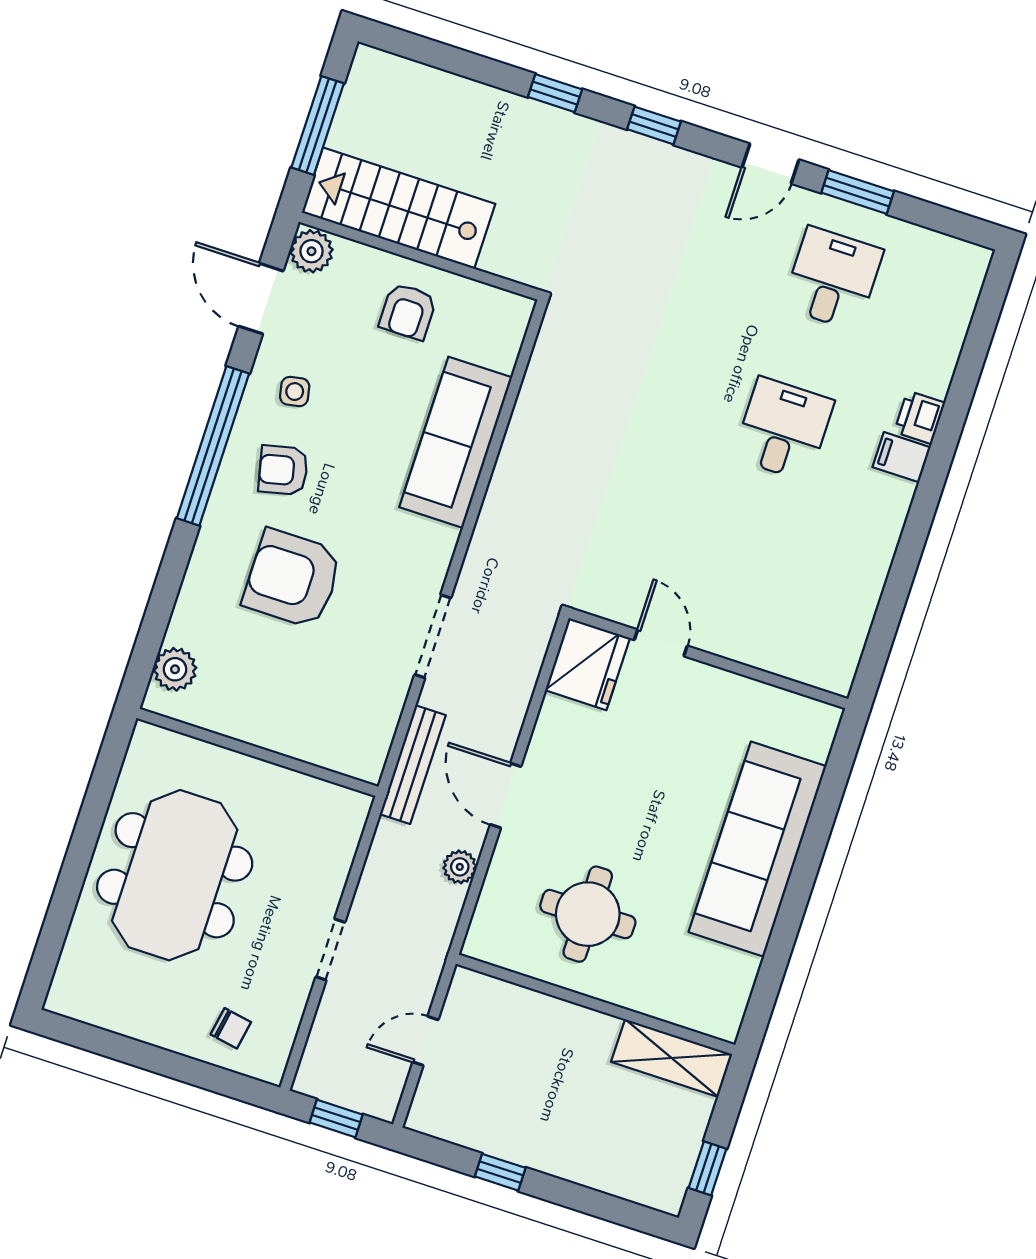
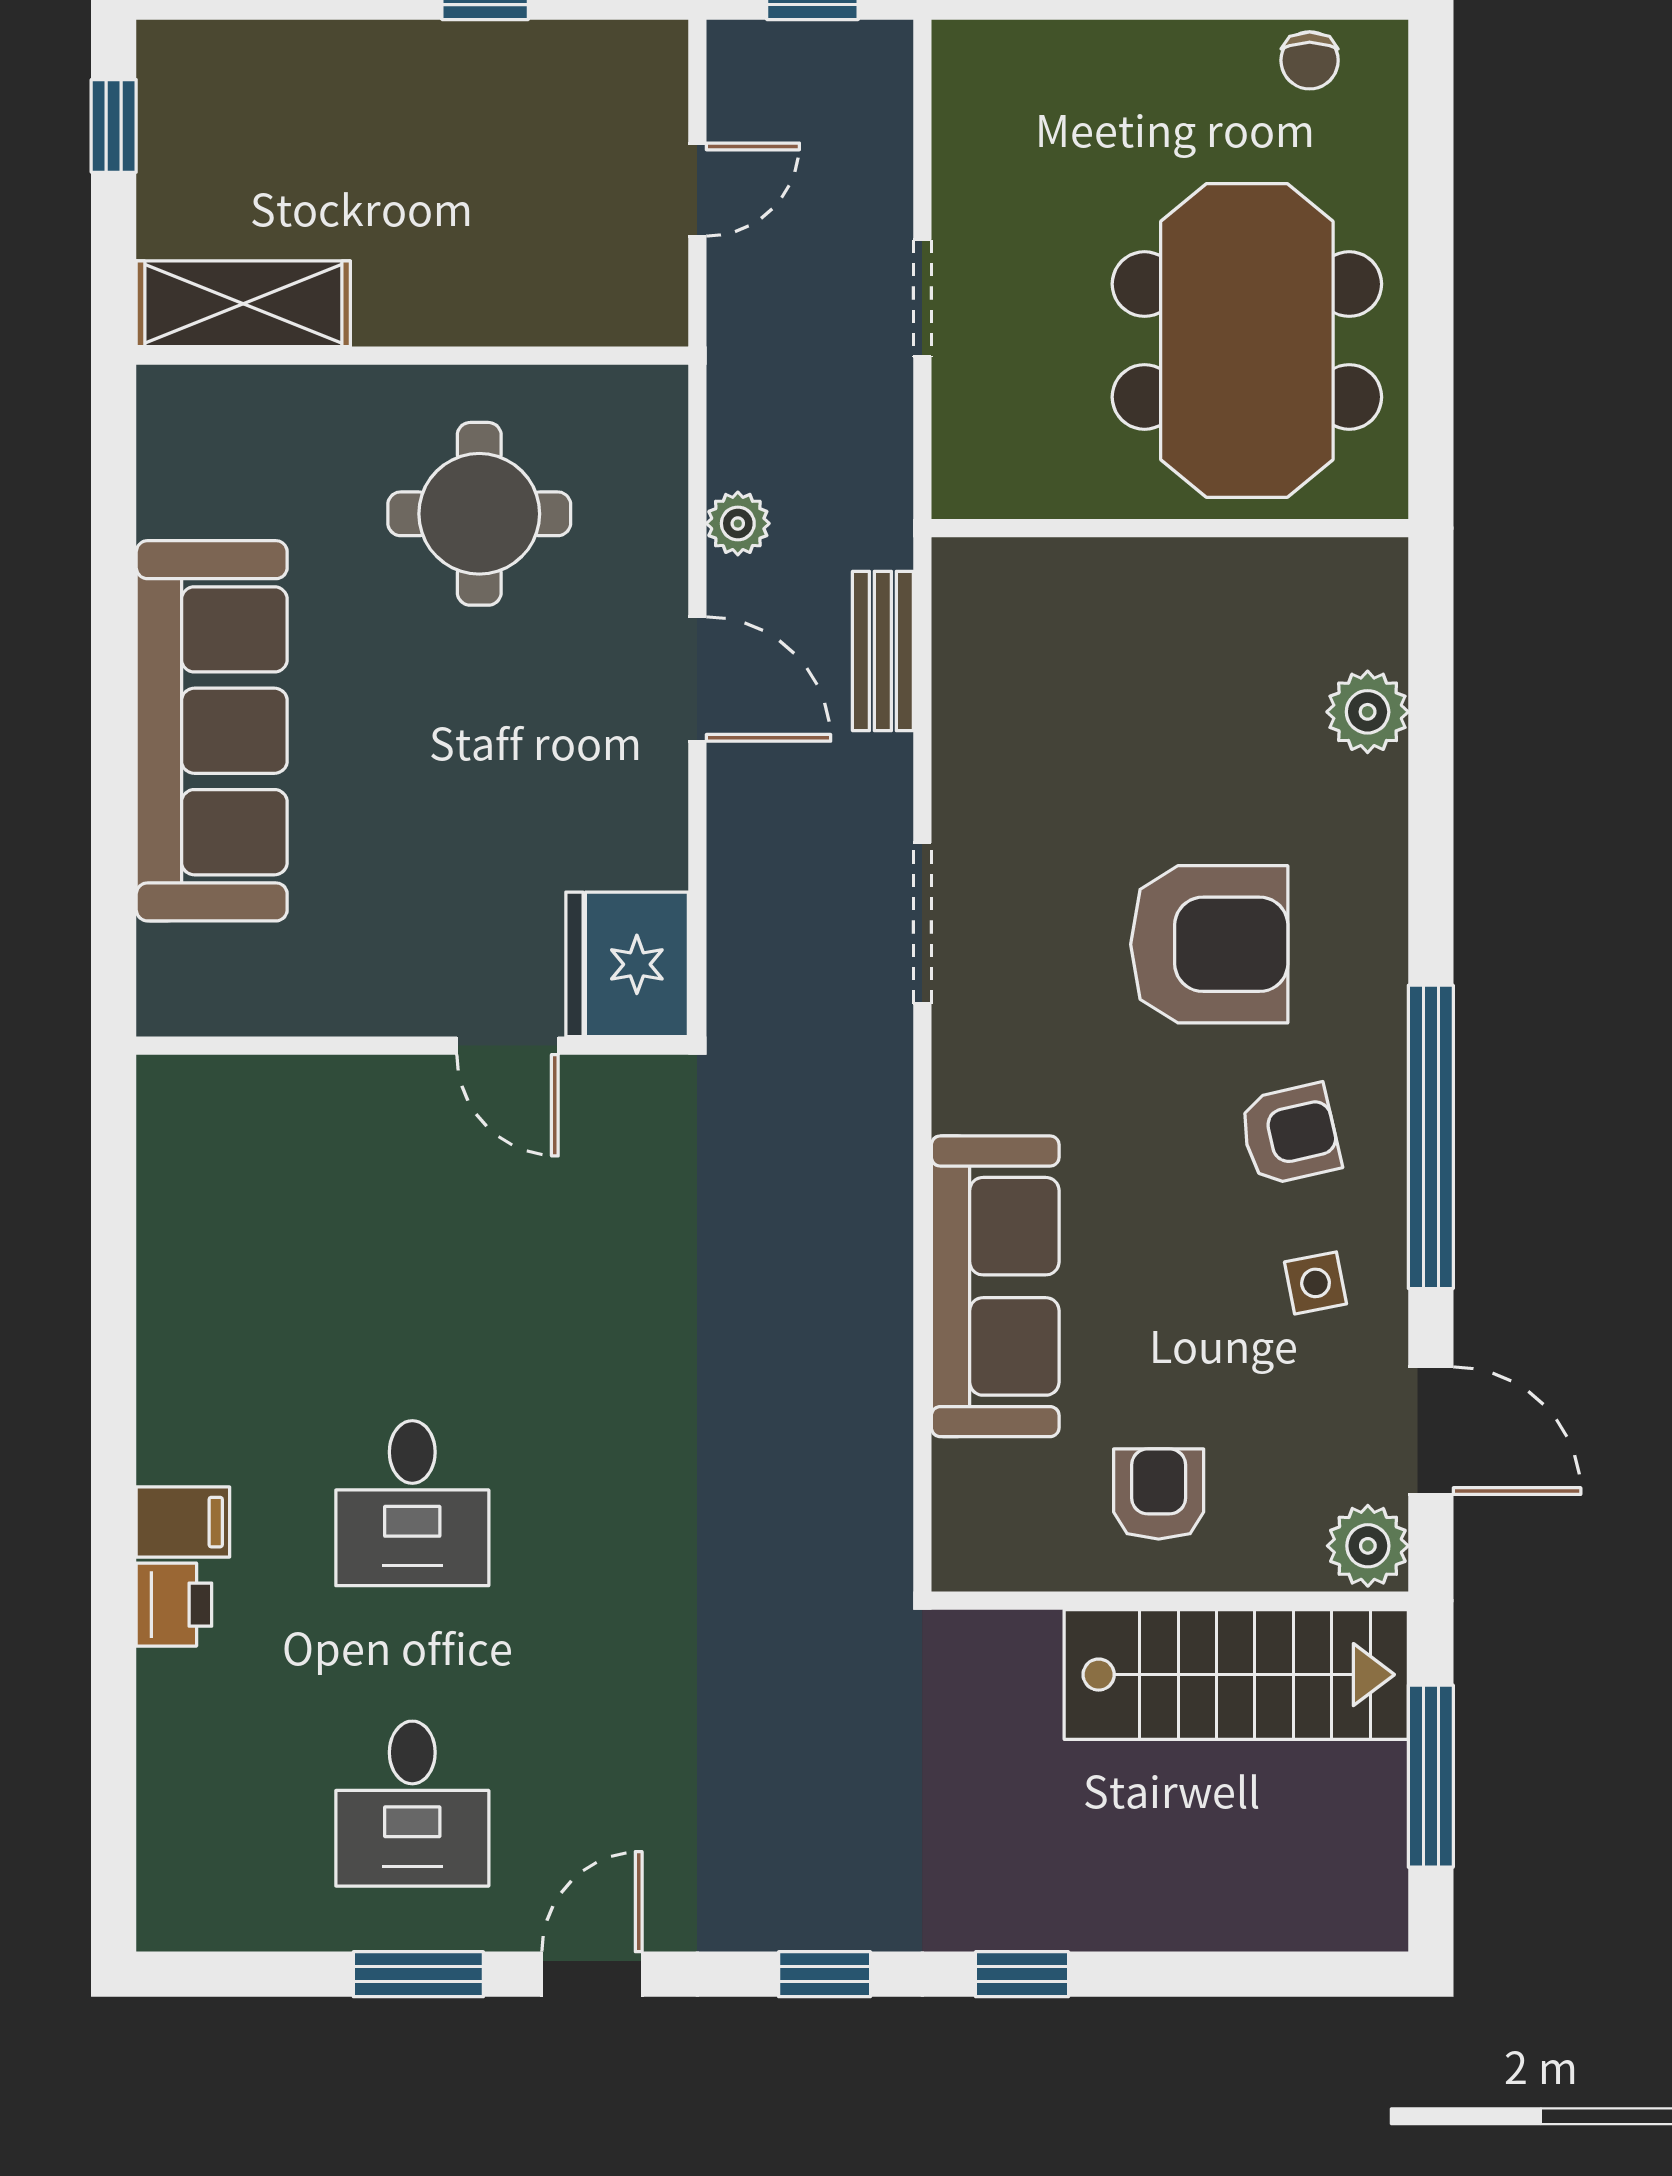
wall: (258, 752) -> (1170, 528), moved
bench: (413, 765) -> (883, 651), width x0.73
chair: (231, 1028) -> (1310, 60), moved, turned -100

